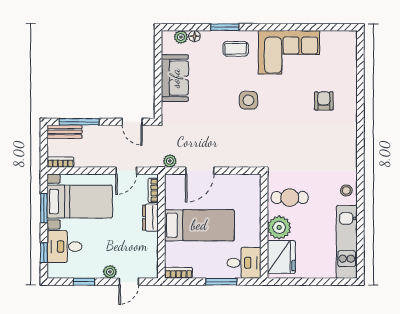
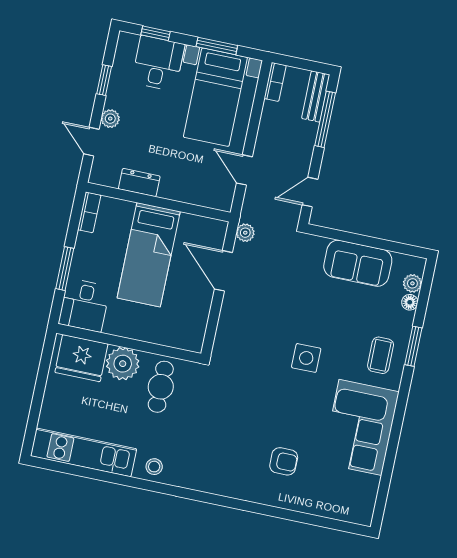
bookcase: (153, 190) -> (210, 201), removed
dresser: (150, 218) -> (139, 183), moved

